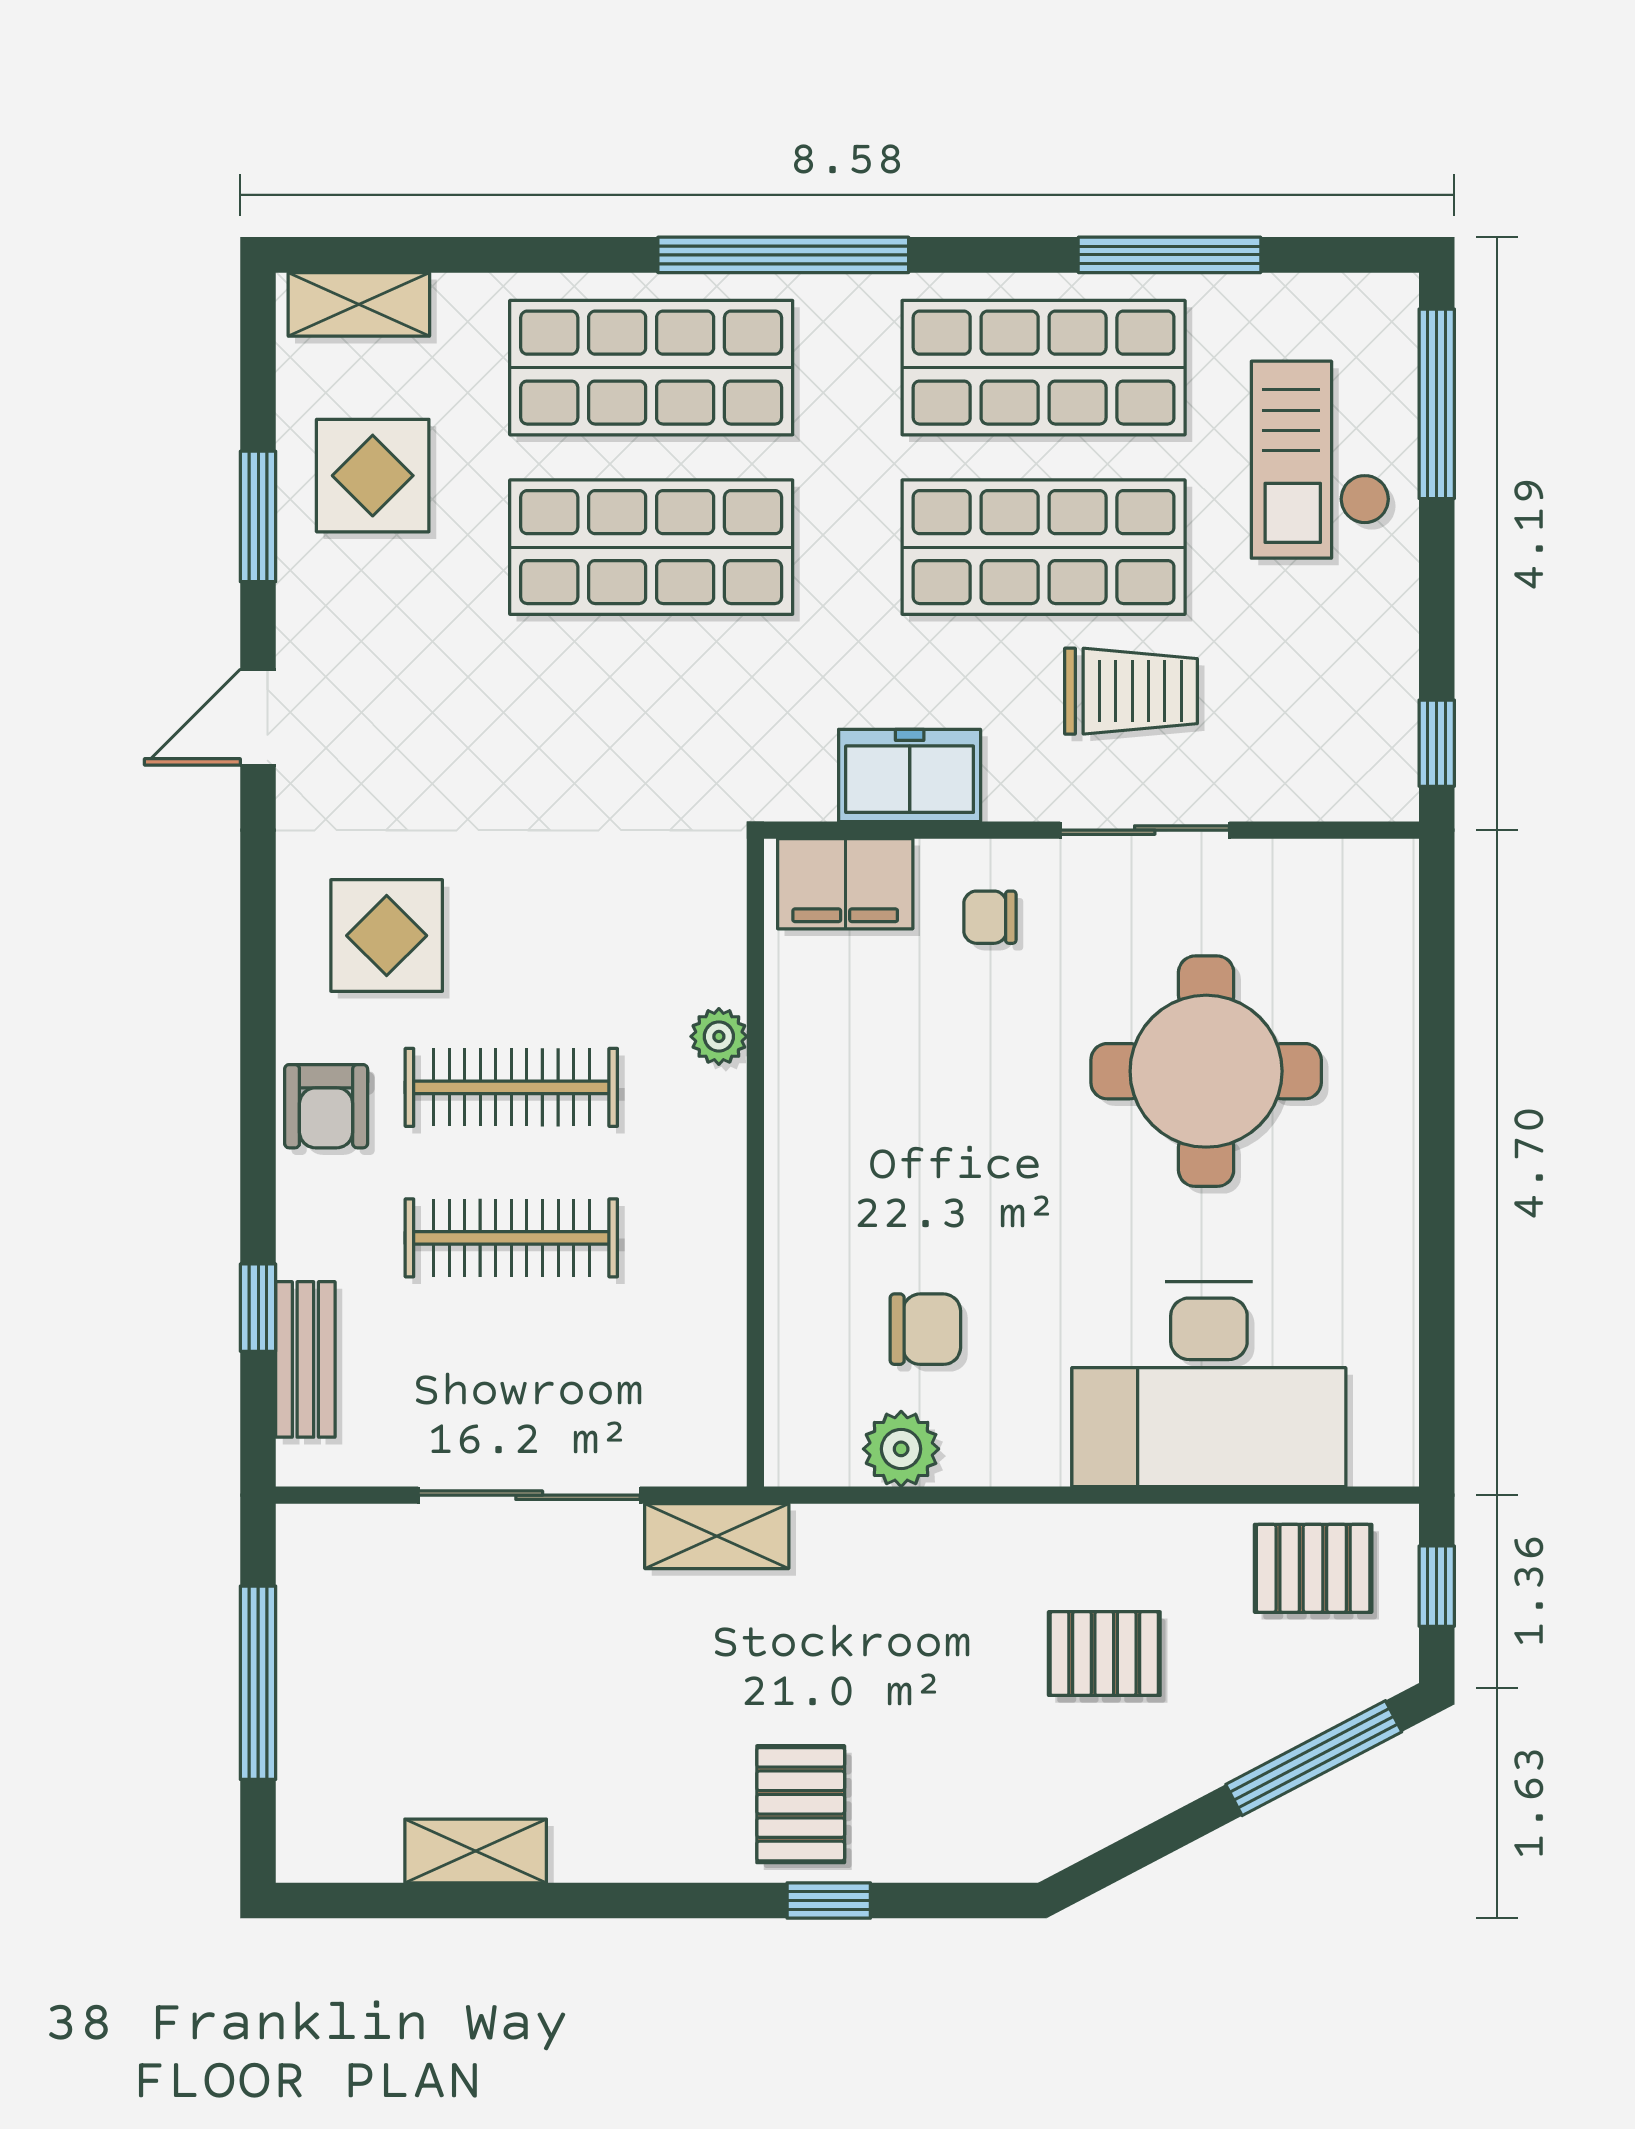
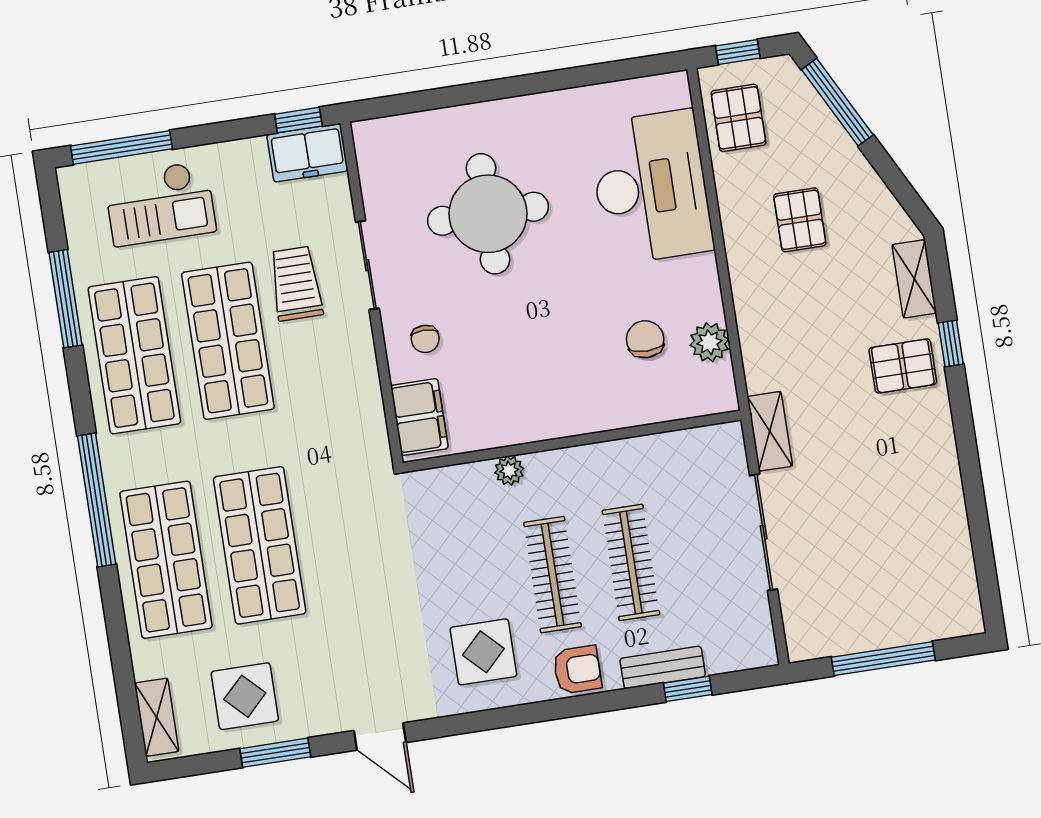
freezer: (910, 775) -> (307, 153), moved, turned -90
bench: (305, 1359) -> (663, 667), moved
shelving: (476, 1851) -> (914, 279), moved

